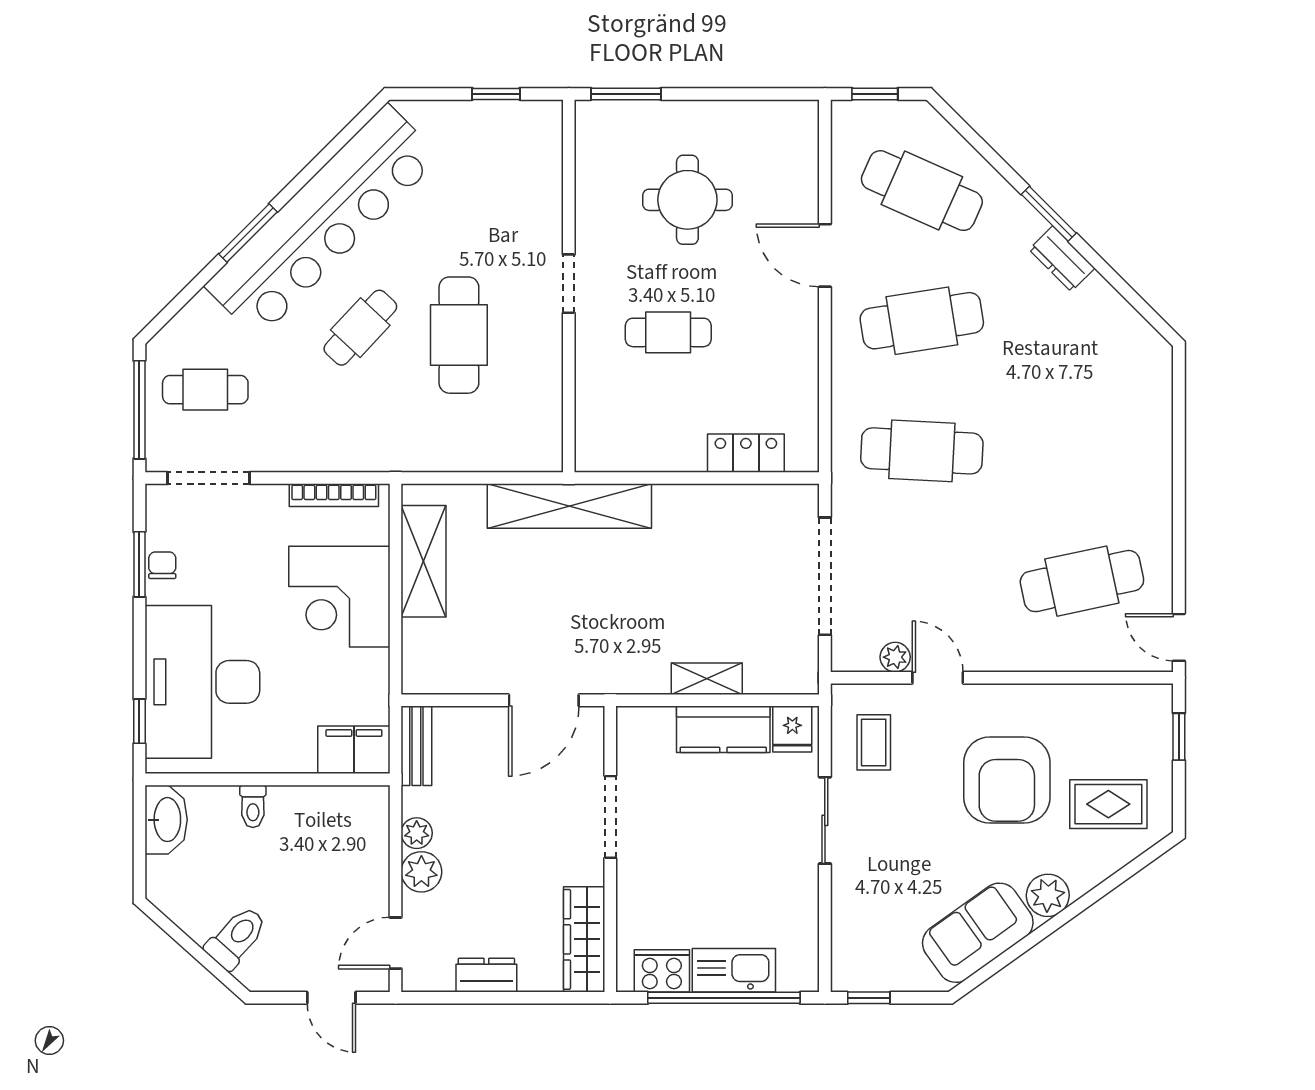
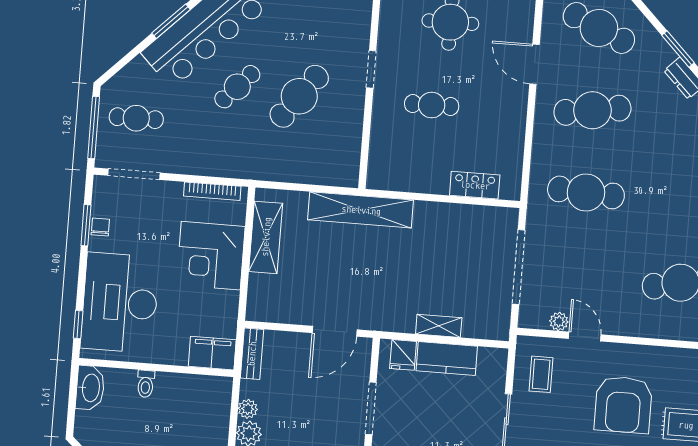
cafe table: (459, 335) -> (299, 96), turned 37
fridge: (792, 729) -> (403, 355), moved

